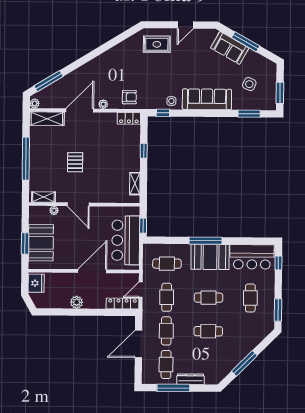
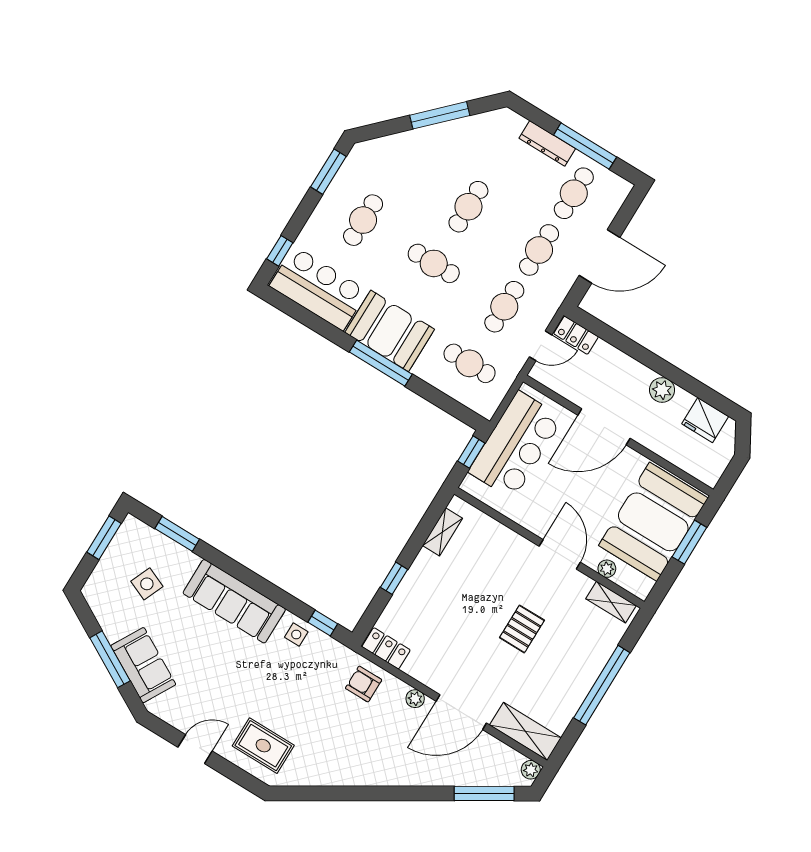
booth: (41, 243) -> (653, 522), width x1.36, depth x1.42
fridge: (36, 283) -> (705, 420), moved, turned -90
locker: (123, 304) -> (576, 335), width x0.66
cafe table: (208, 331) -> (468, 207), turned 90

